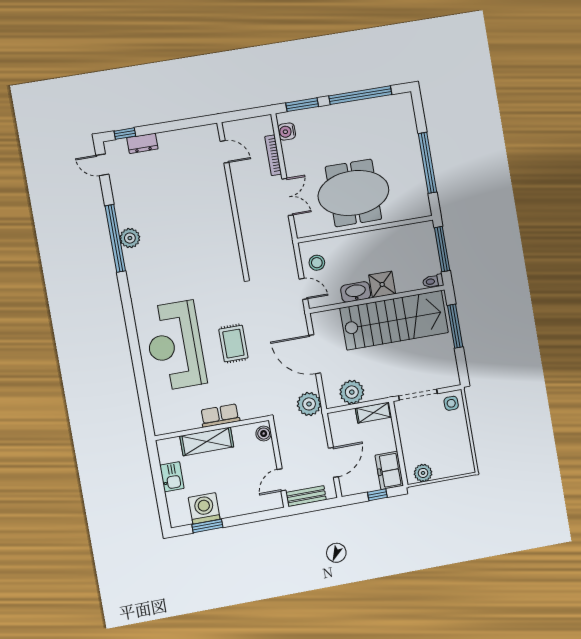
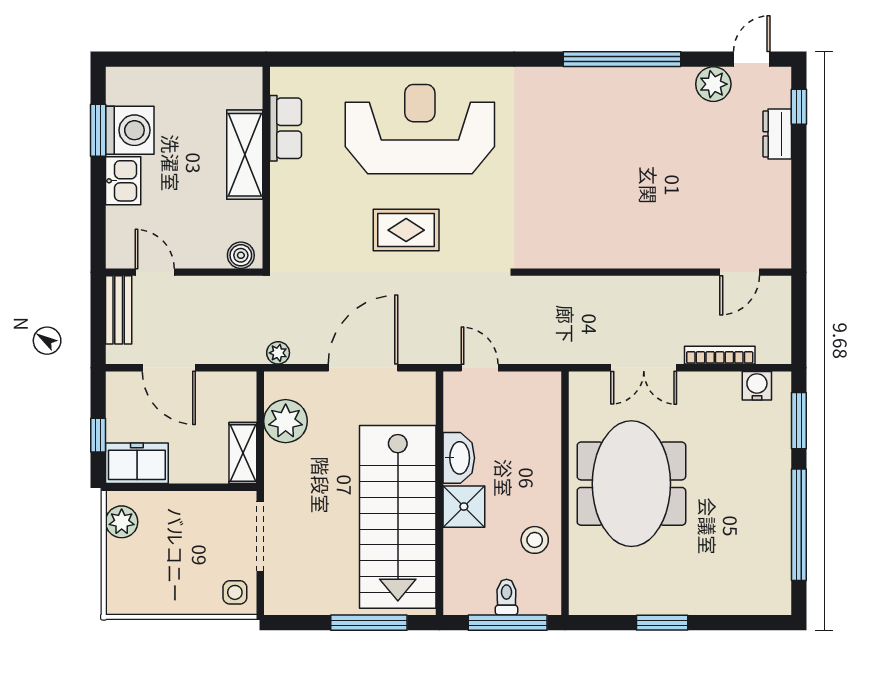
window: (428, 163) -> (662, 623), width x0.47
plant: (130, 238) -> (713, 84), moved
stool: (317, 263) -> (535, 540), moved
toilet: (433, 281) -> (506, 597), moved
door: (303, 289) -> (480, 368), swing flipped
plant: (309, 404) -> (278, 353), width x0.53, depth x0.53
row of seats: (220, 416) -> (286, 128), moved
kitchen sink: (172, 477) -> (123, 181), moved, turned -90

